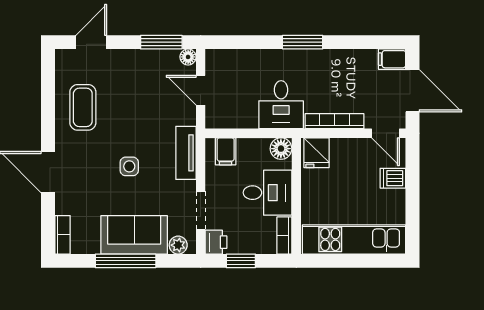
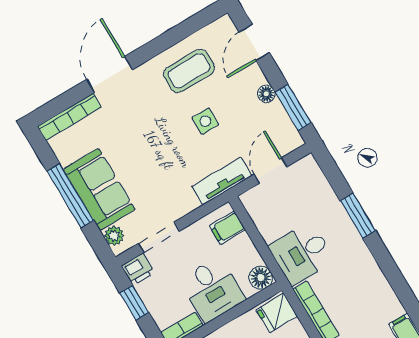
door: (91, 42) -> (254, 42), swing flipped
window: (303, 42) -> (358, 216), moved
floor lamp: (188, 57) -> (266, 94), moved
tv unit: (186, 153) -> (222, 181), moved
side table: (129, 166) -> (205, 121), moved
bookcase: (62, 235) -> (69, 117), width x1.56

